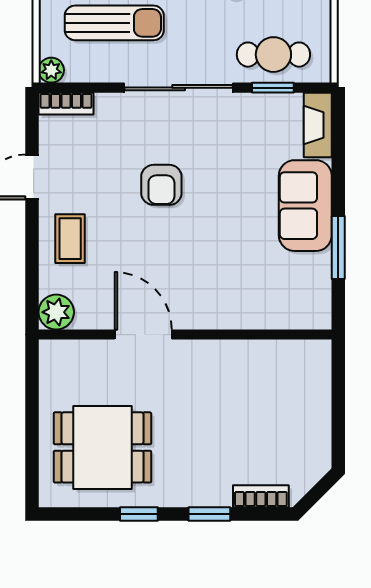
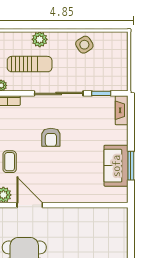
cafe table: (273, 55) -> (102, 78), removed
sofa: (305, 206) -> (116, 166), moved
door: (143, 335) -> (30, 205), moved

